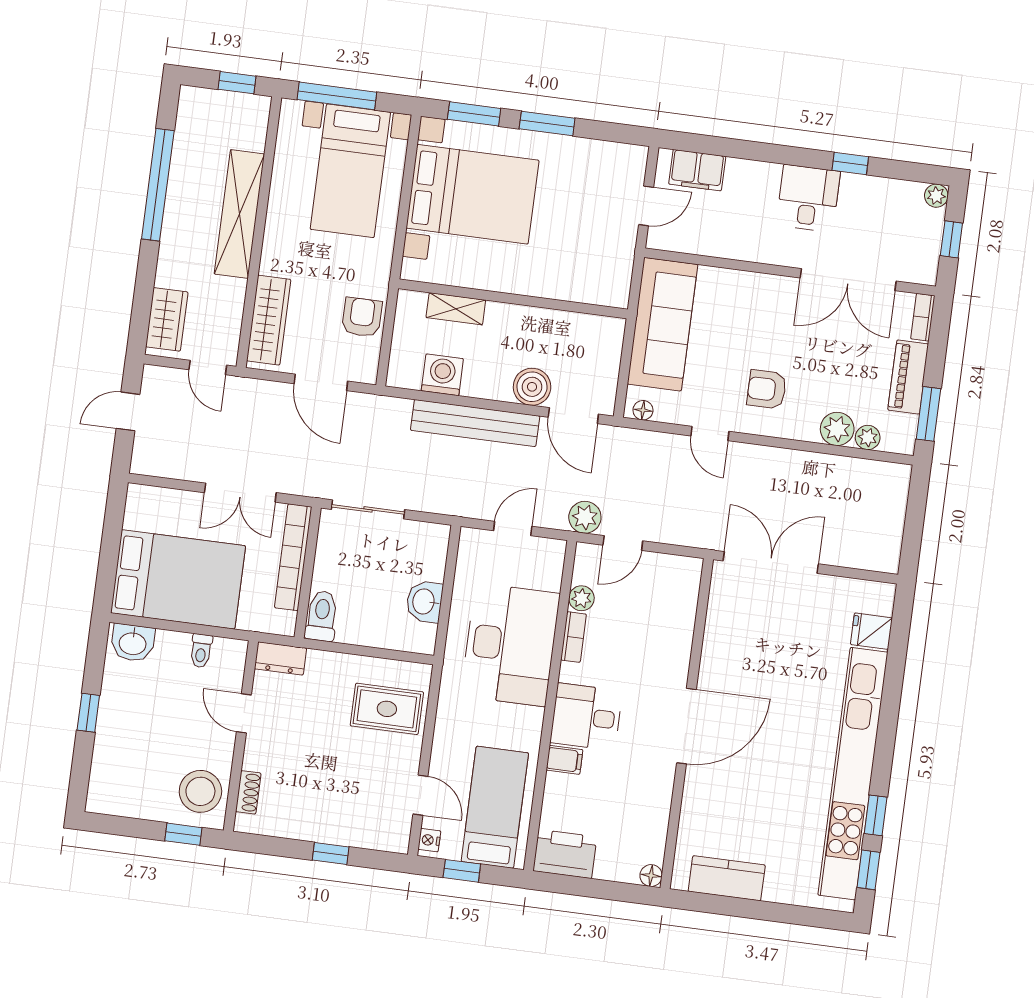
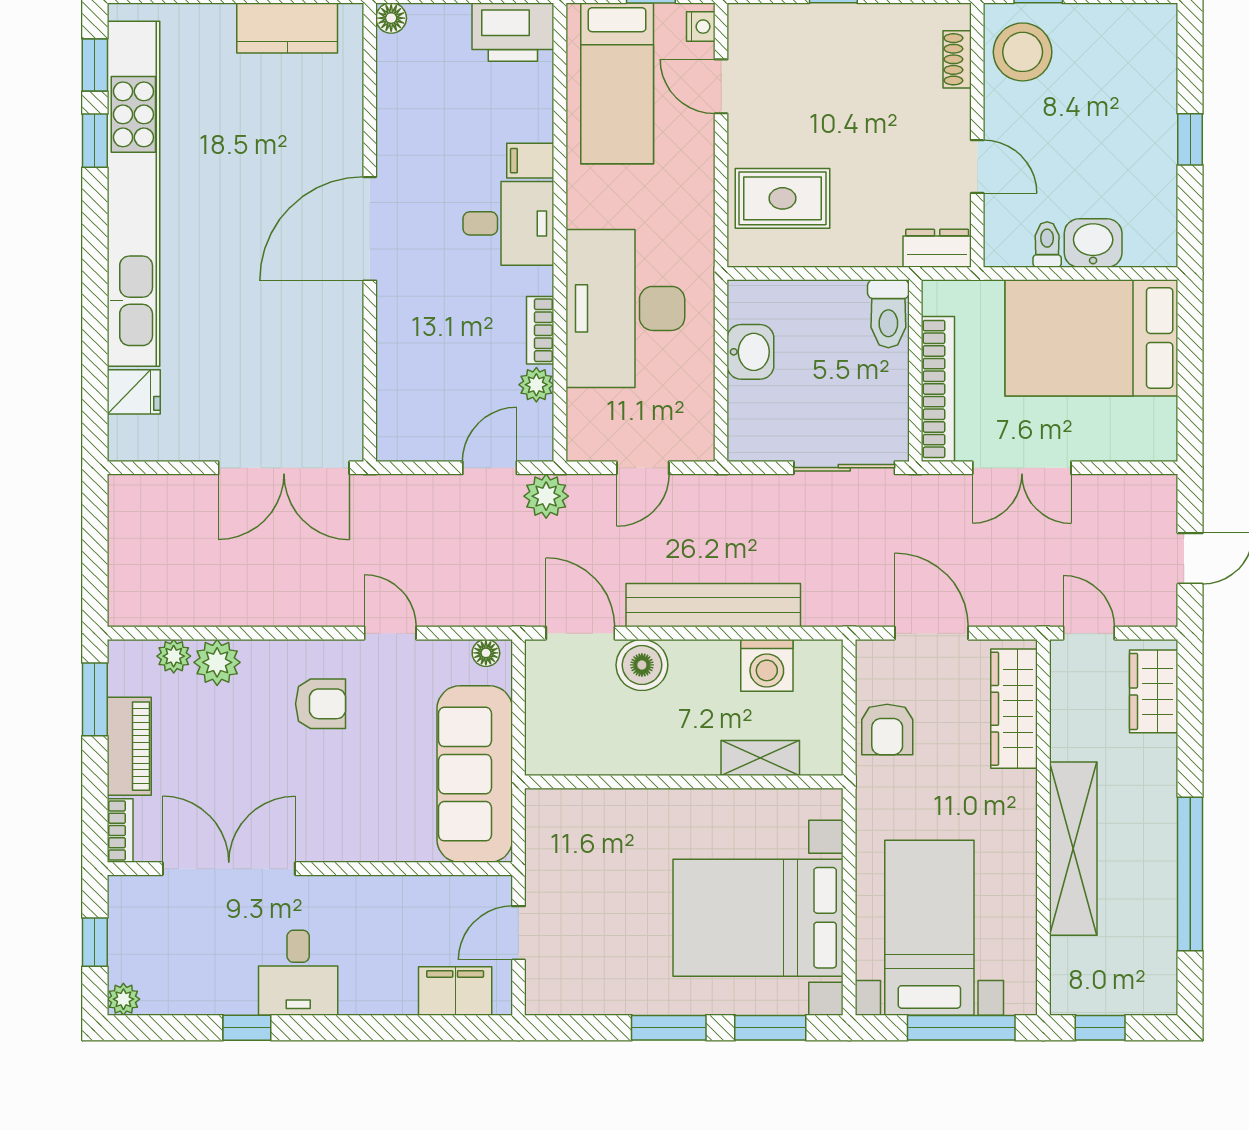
double door: (240, 493) -> (1022, 468), swing flipped
washbasin: (133, 643) -> (1093, 243), moved

